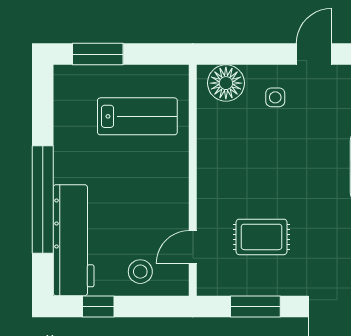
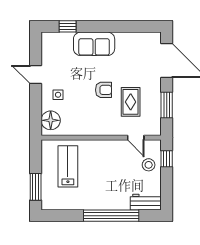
armchair: (285, 185) -> (104, 90), added
workbench: (74, 240) -> (146, 202), width x0.53, depth x0.76
window: (98, 306) -> (167, 159), moved

